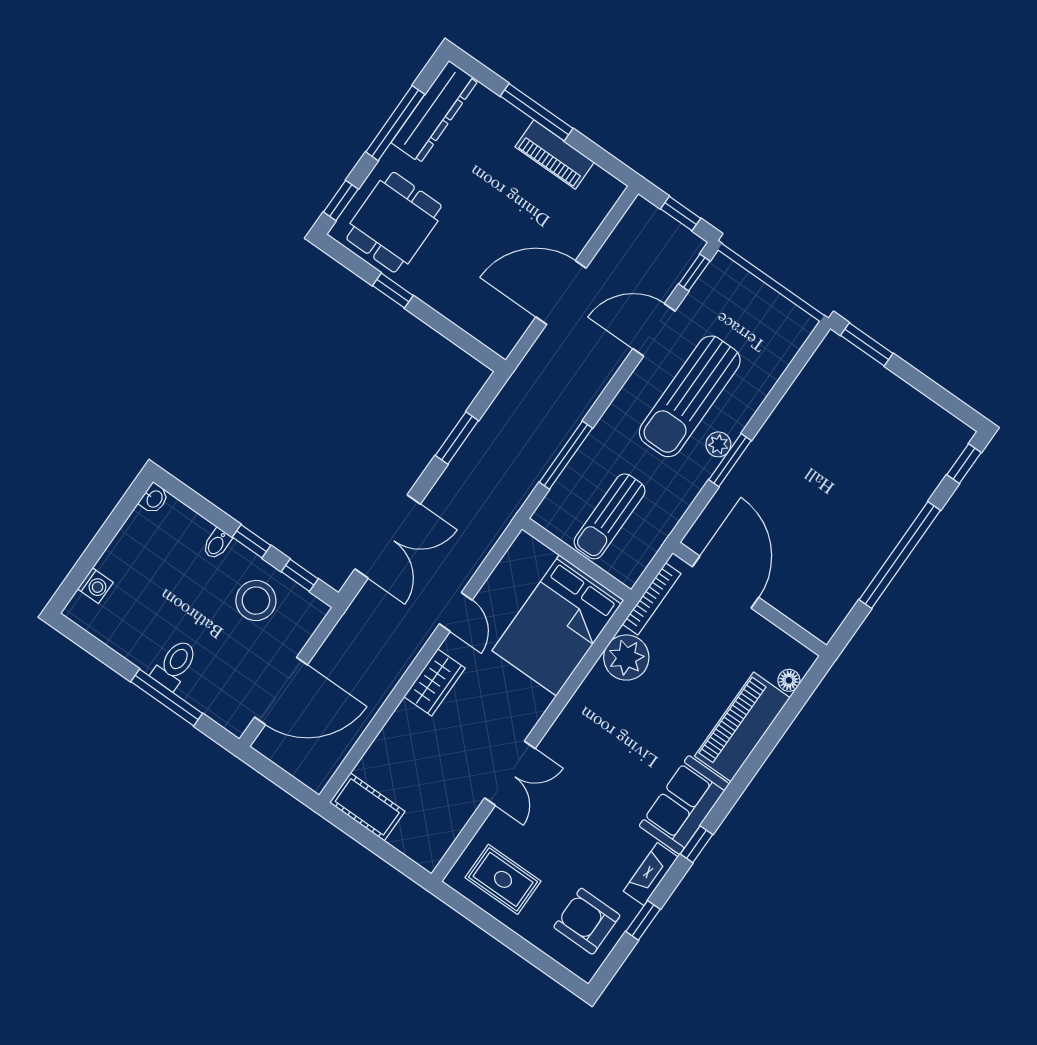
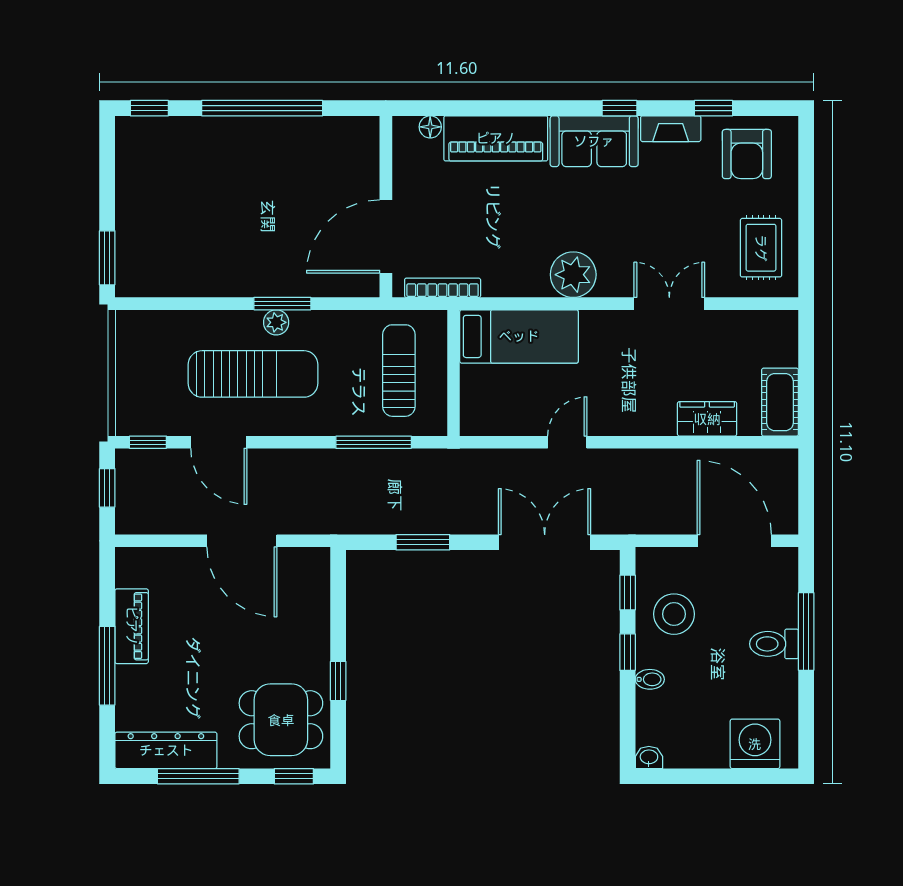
sun lounger: (610, 516) -> (399, 371), turned -90
washing machine: (95, 586) -> (755, 744), width x1.89, depth x1.89
bed: (558, 625) -> (519, 336), width x0.67
plant: (626, 658) -> (573, 275), moved
wardrobe: (434, 682) -> (707, 419), moved

